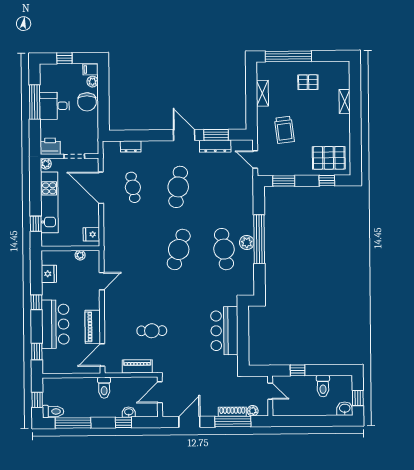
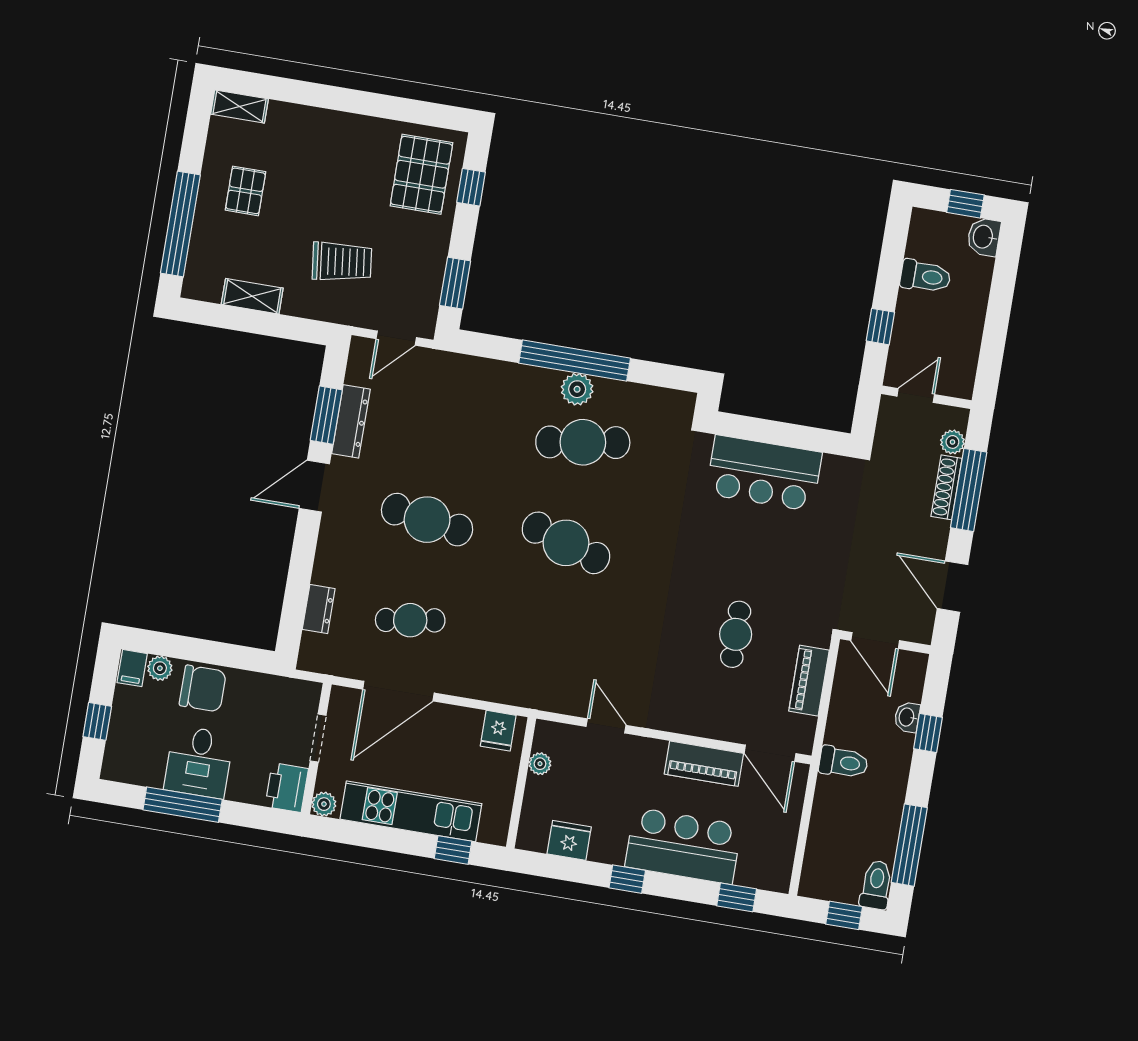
shelving: (345, 101) -> (240, 106), moved

